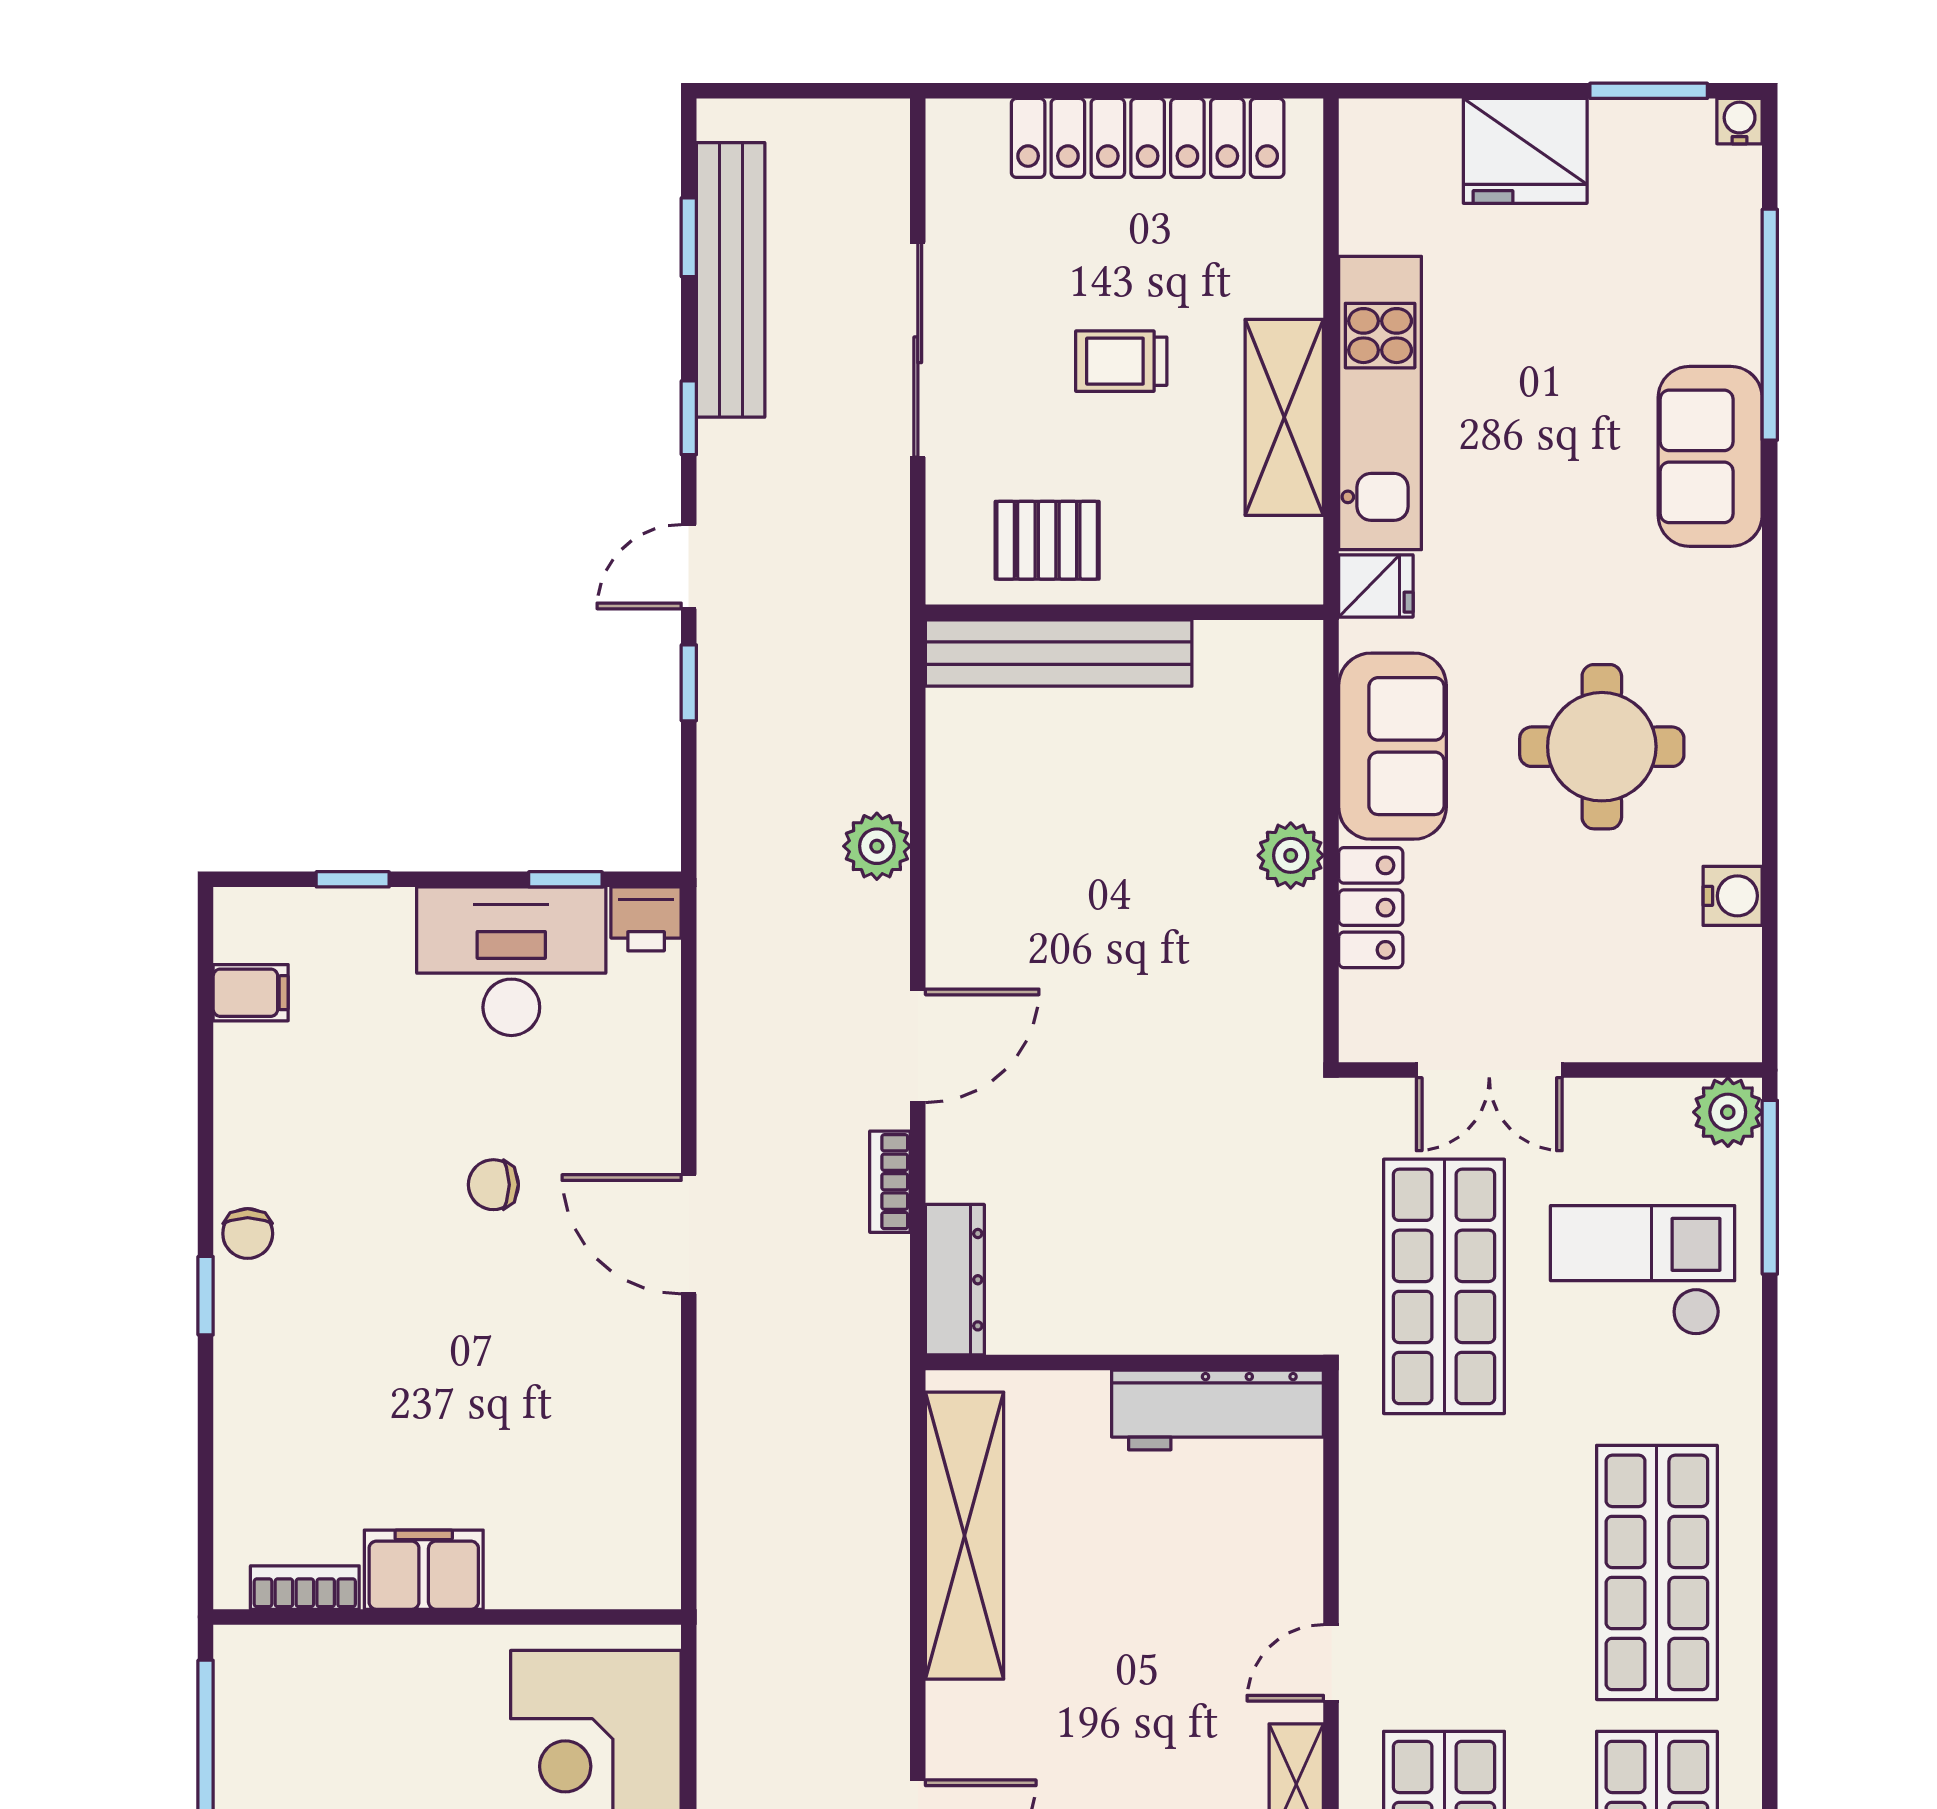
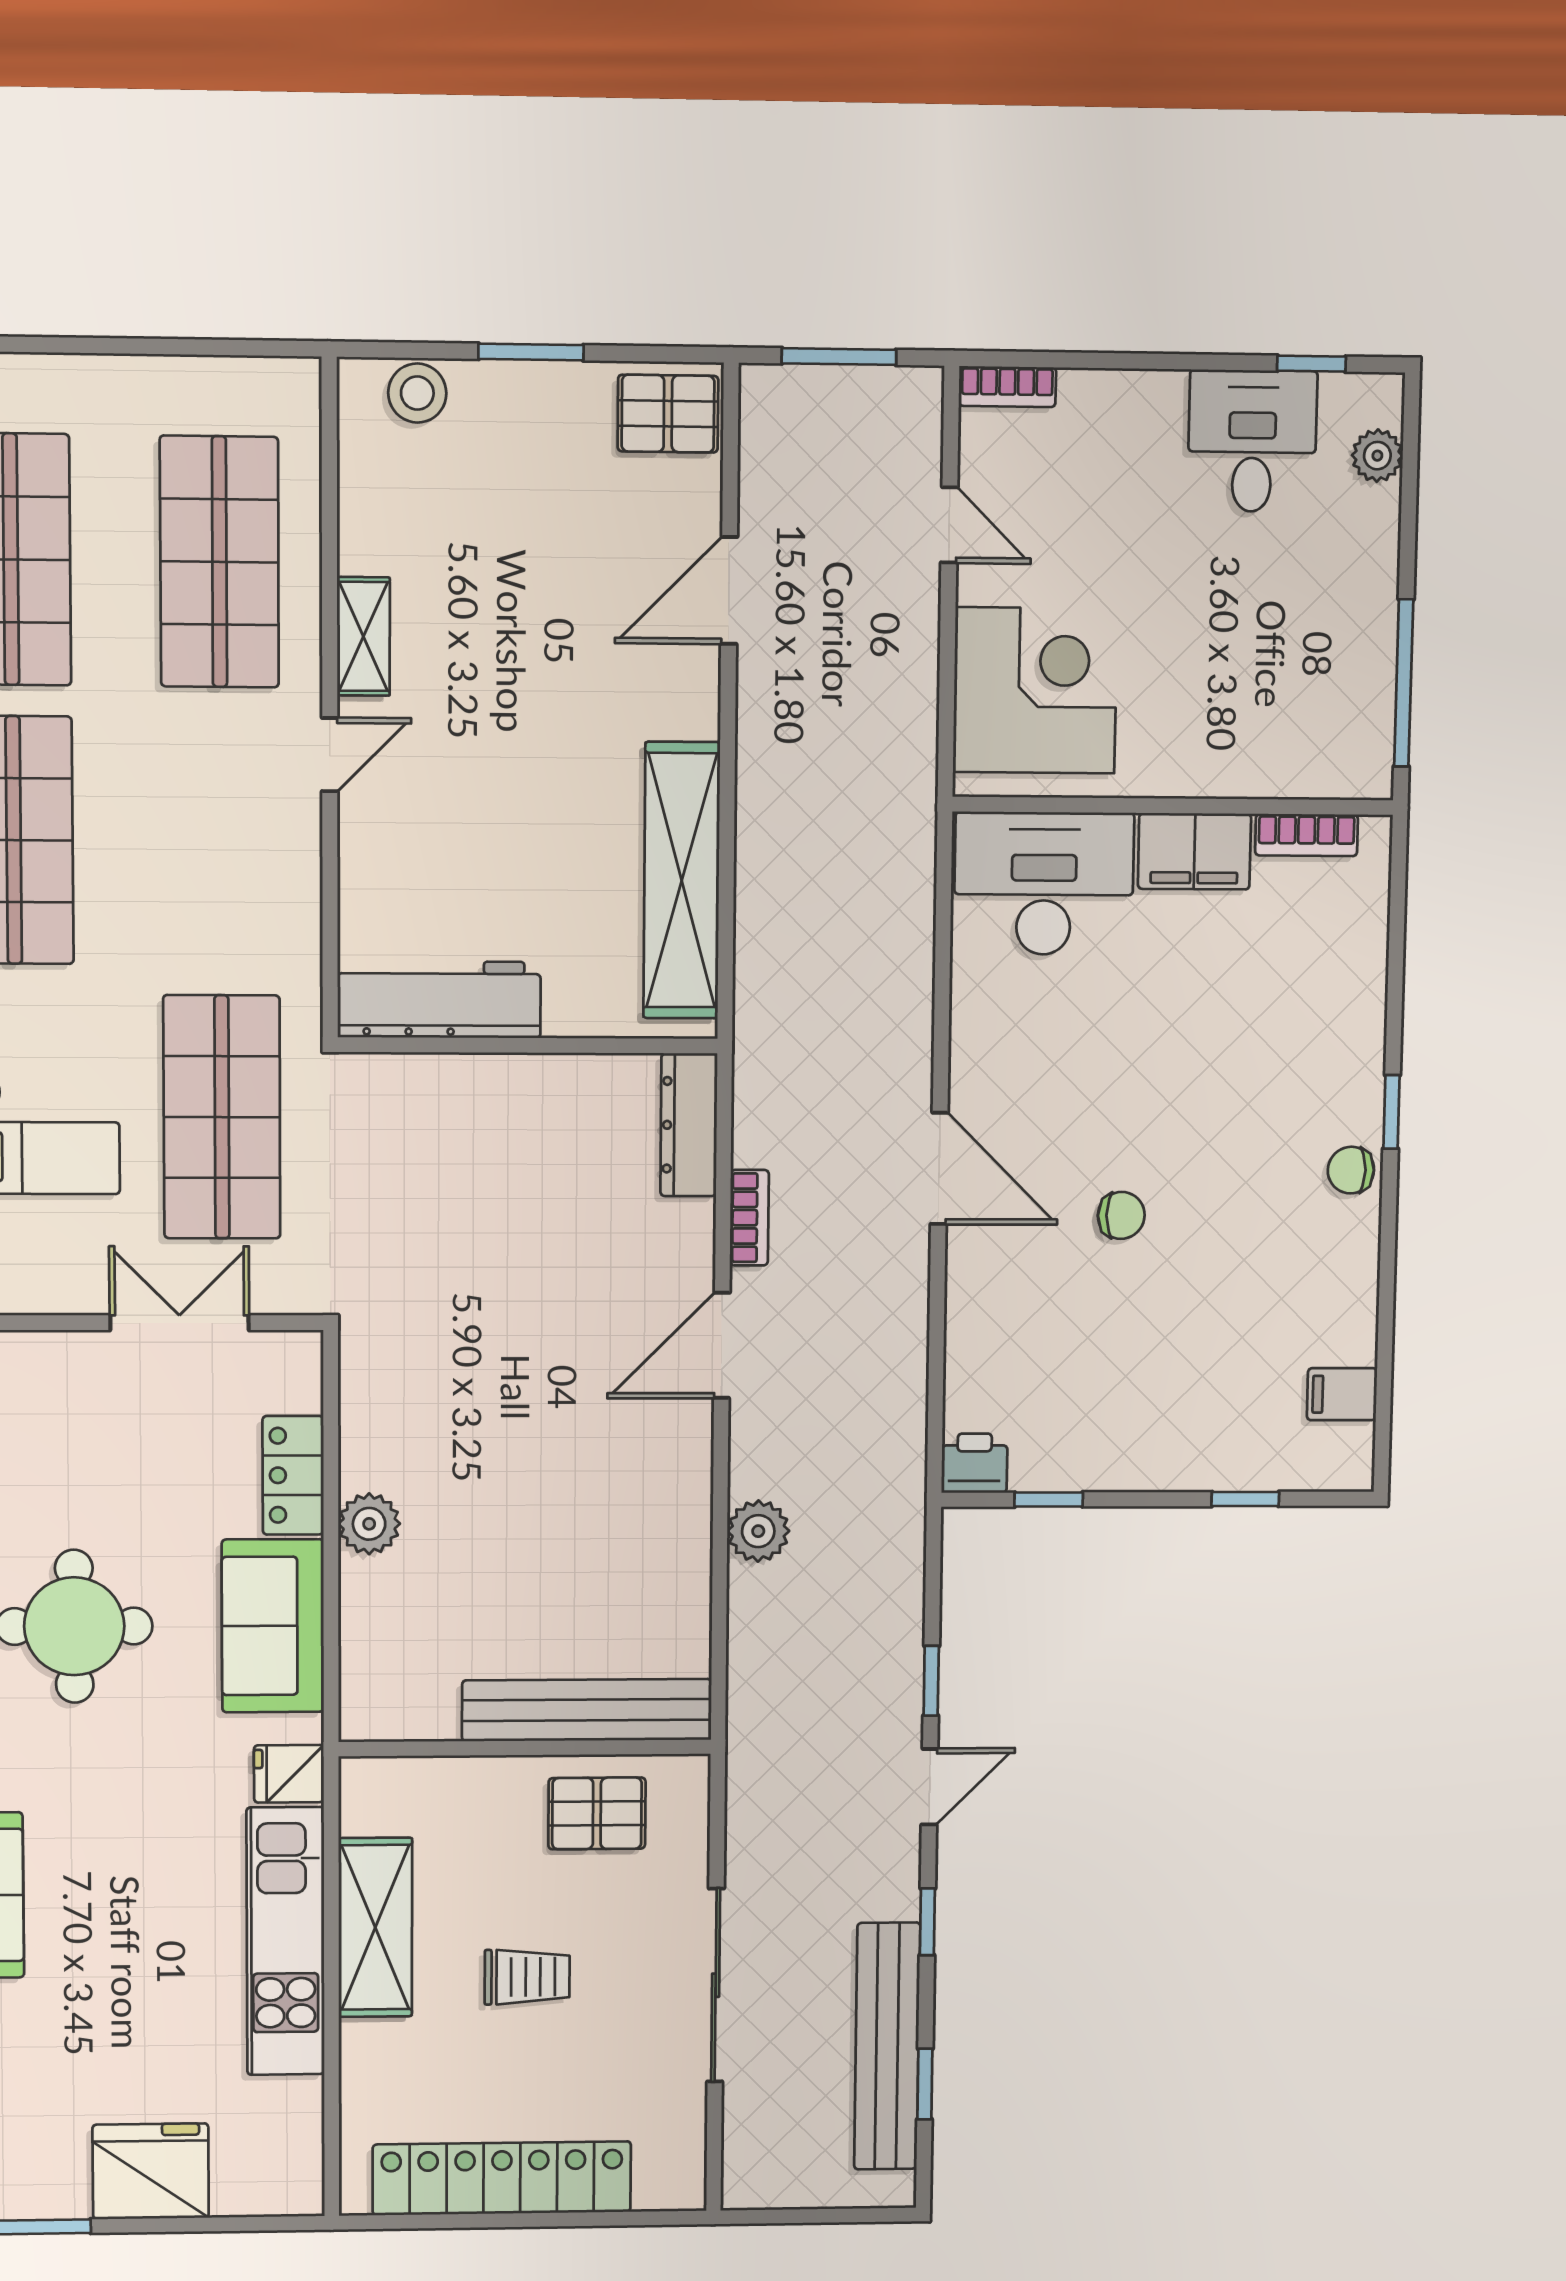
desk: (511, 961) -> (1044, 883), moved, turned 180
chair: (248, 1234) -> (1351, 1170), turned -90

